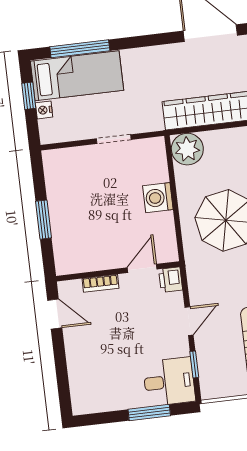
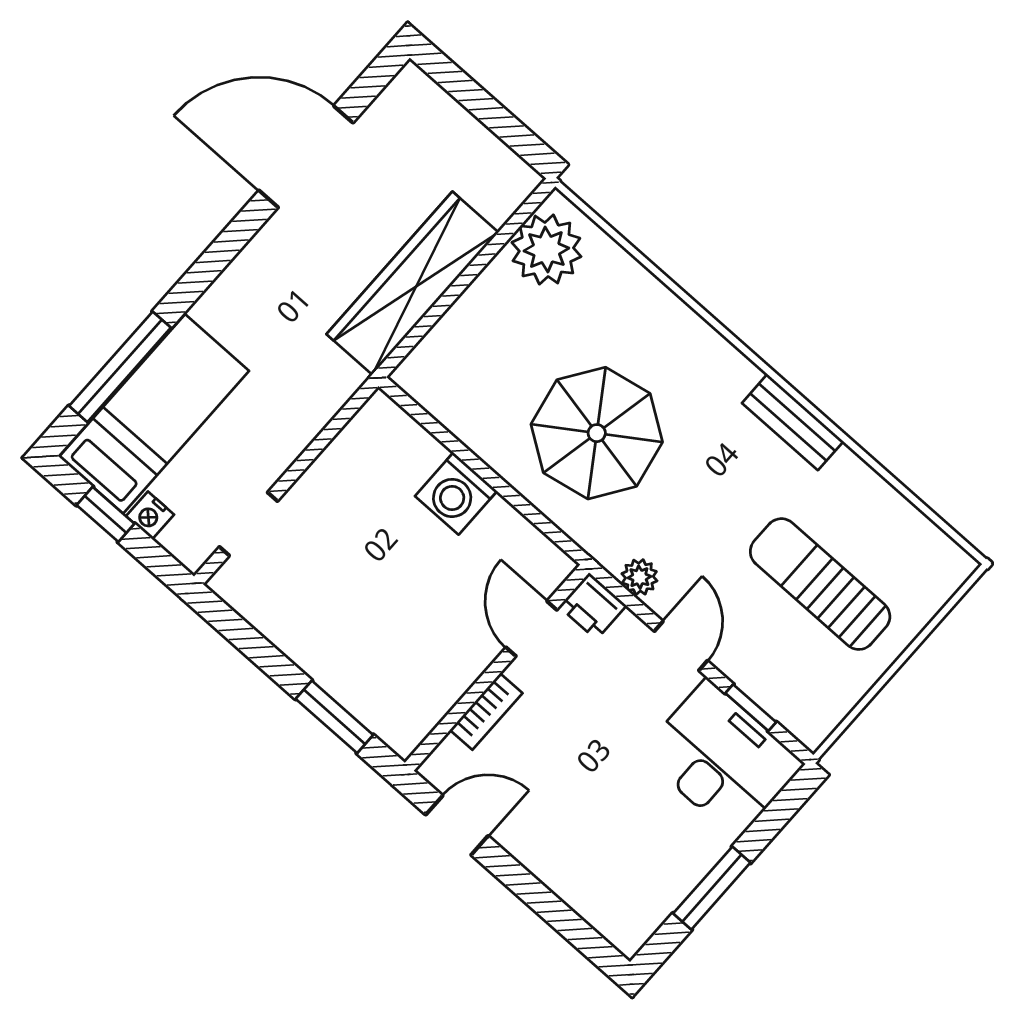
doorway: (114, 139) -> (248, 524), moved
plant: (187, 149) -> (639, 577), moved, width x0.53, depth x0.53
window: (44, 220) -> (334, 717), moved
desk: (169, 382) -> (722, 759), width x1.37
window: (149, 412) -> (712, 888), moved

